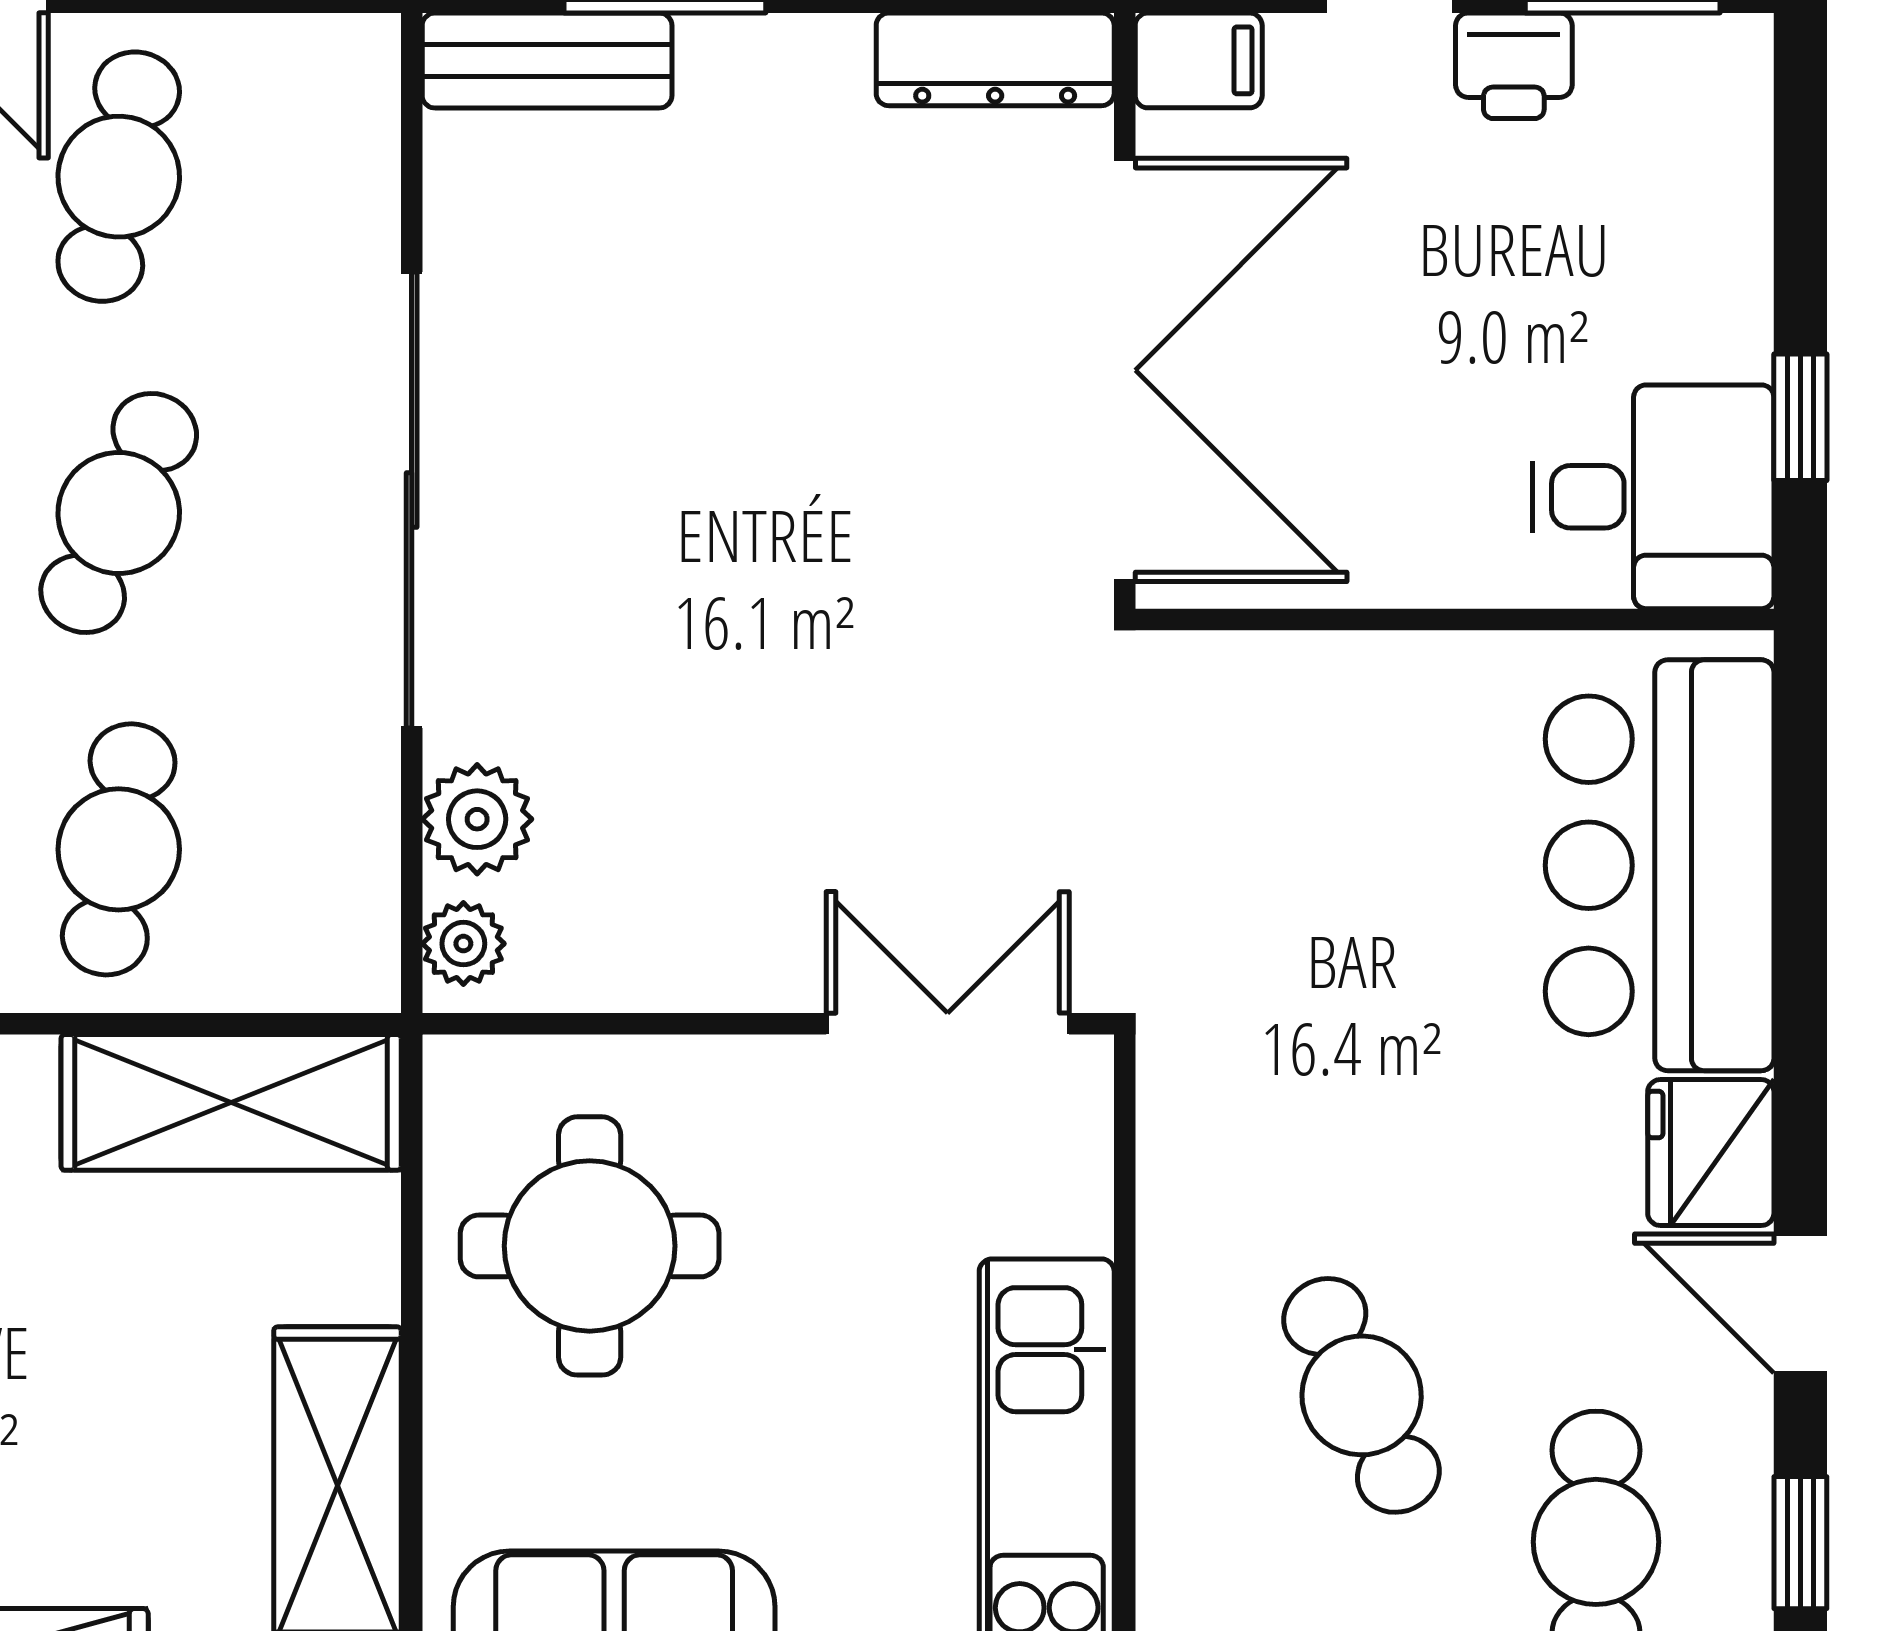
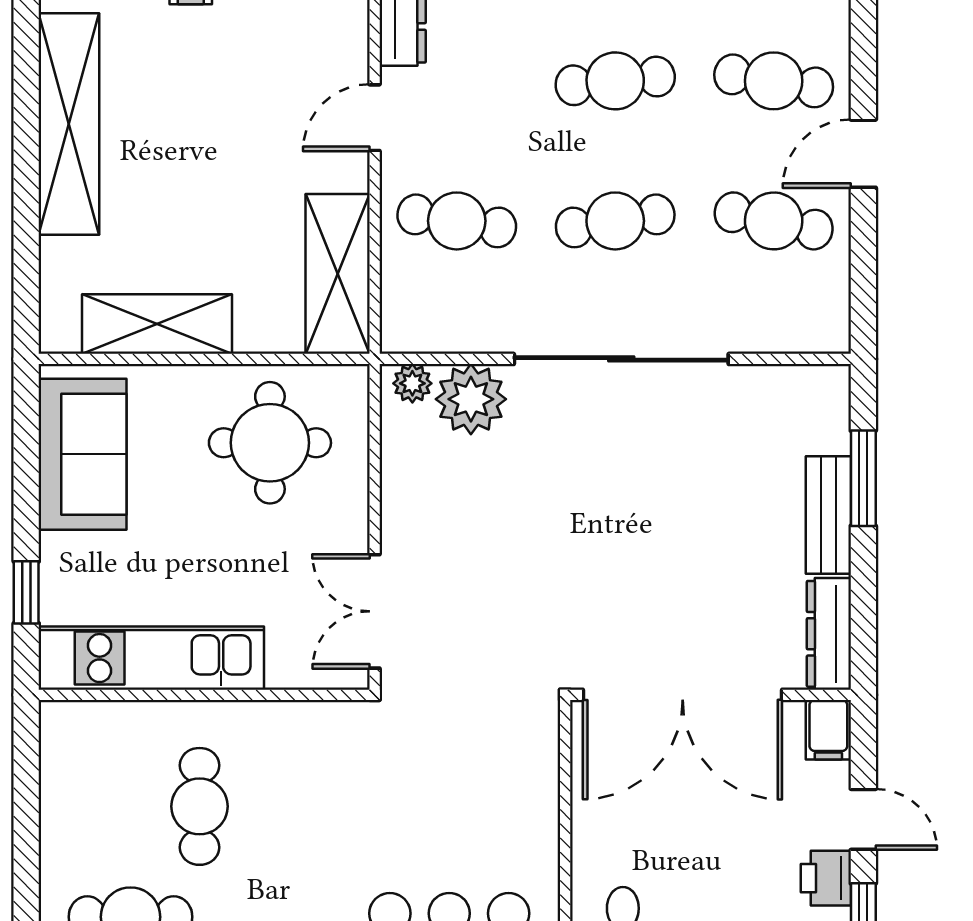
bench: (547, 60) -> (828, 515), moved
cafe table: (119, 513) -> (615, 221), turned -33
plant: (477, 819) -> (471, 399), width x1.36, depth x1.36
double door: (948, 1024) -> (375, 611), swing flipped
cafe table: (1362, 1395) -> (200, 806), turned -65

